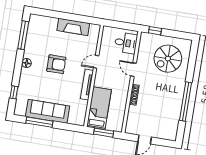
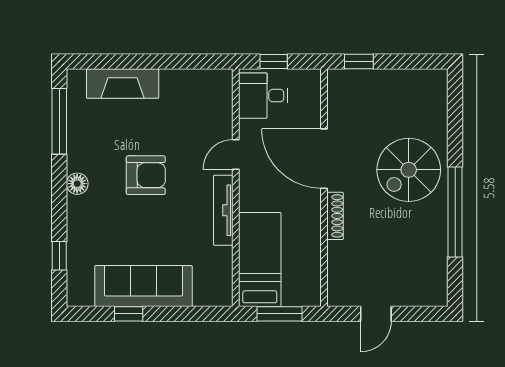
window: (119, 25) -> (274, 62), added
fireplace: (73, 27) -> (123, 84), moved
desk: (126, 43) -> (263, 96), moved, turned 180
spiral stairs: (168, 59) -> (409, 170), moved
door: (133, 70) -> (324, 159), width x1.88
window: (39, 122) -> (129, 314), width x0.46

